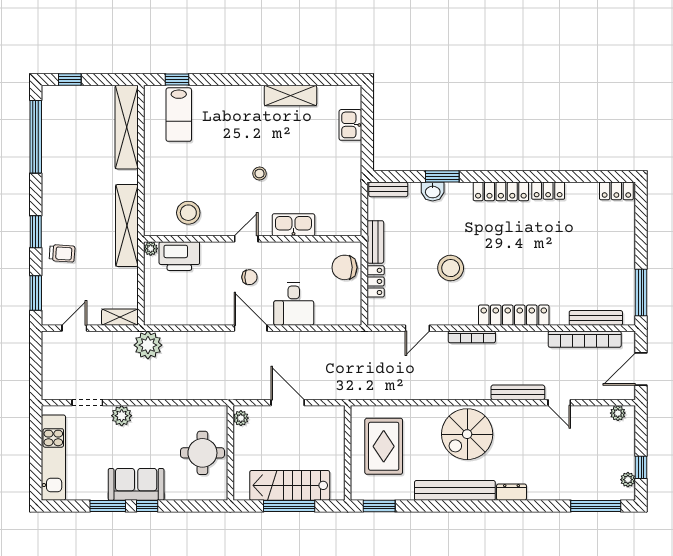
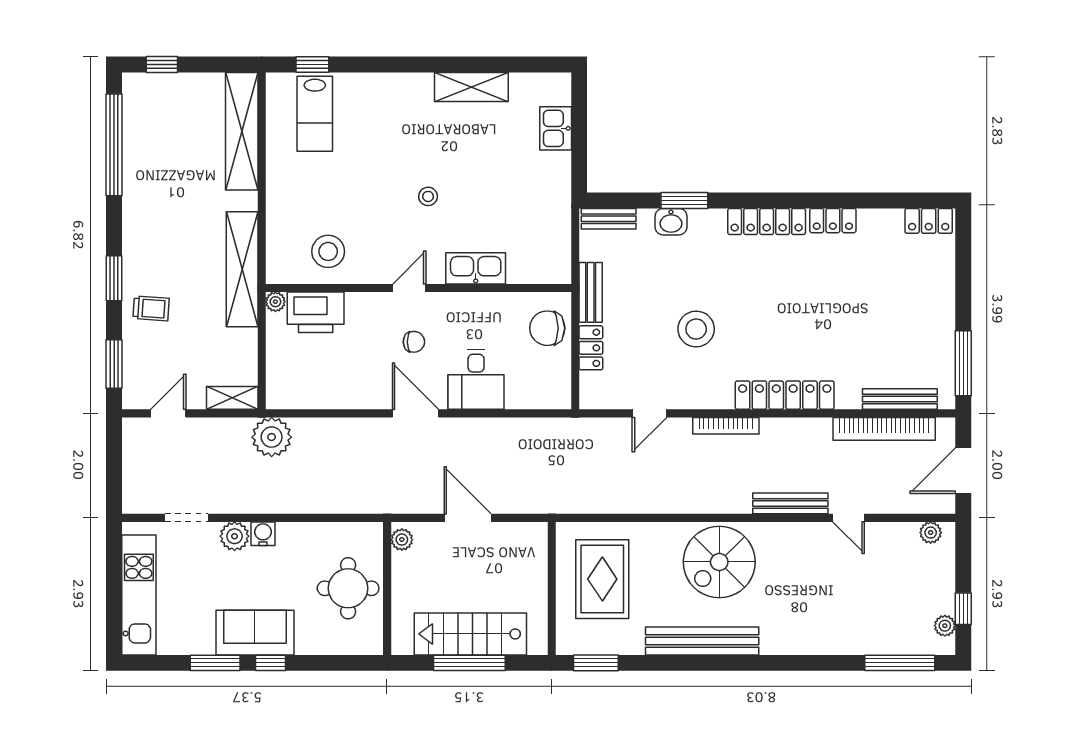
water cooler: (142, 414) -> (263, 534), added
dresser: (512, 492) -> (782, 643), removed

